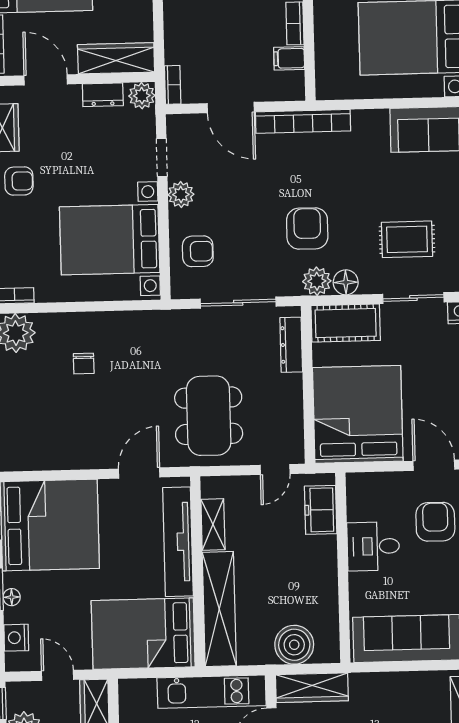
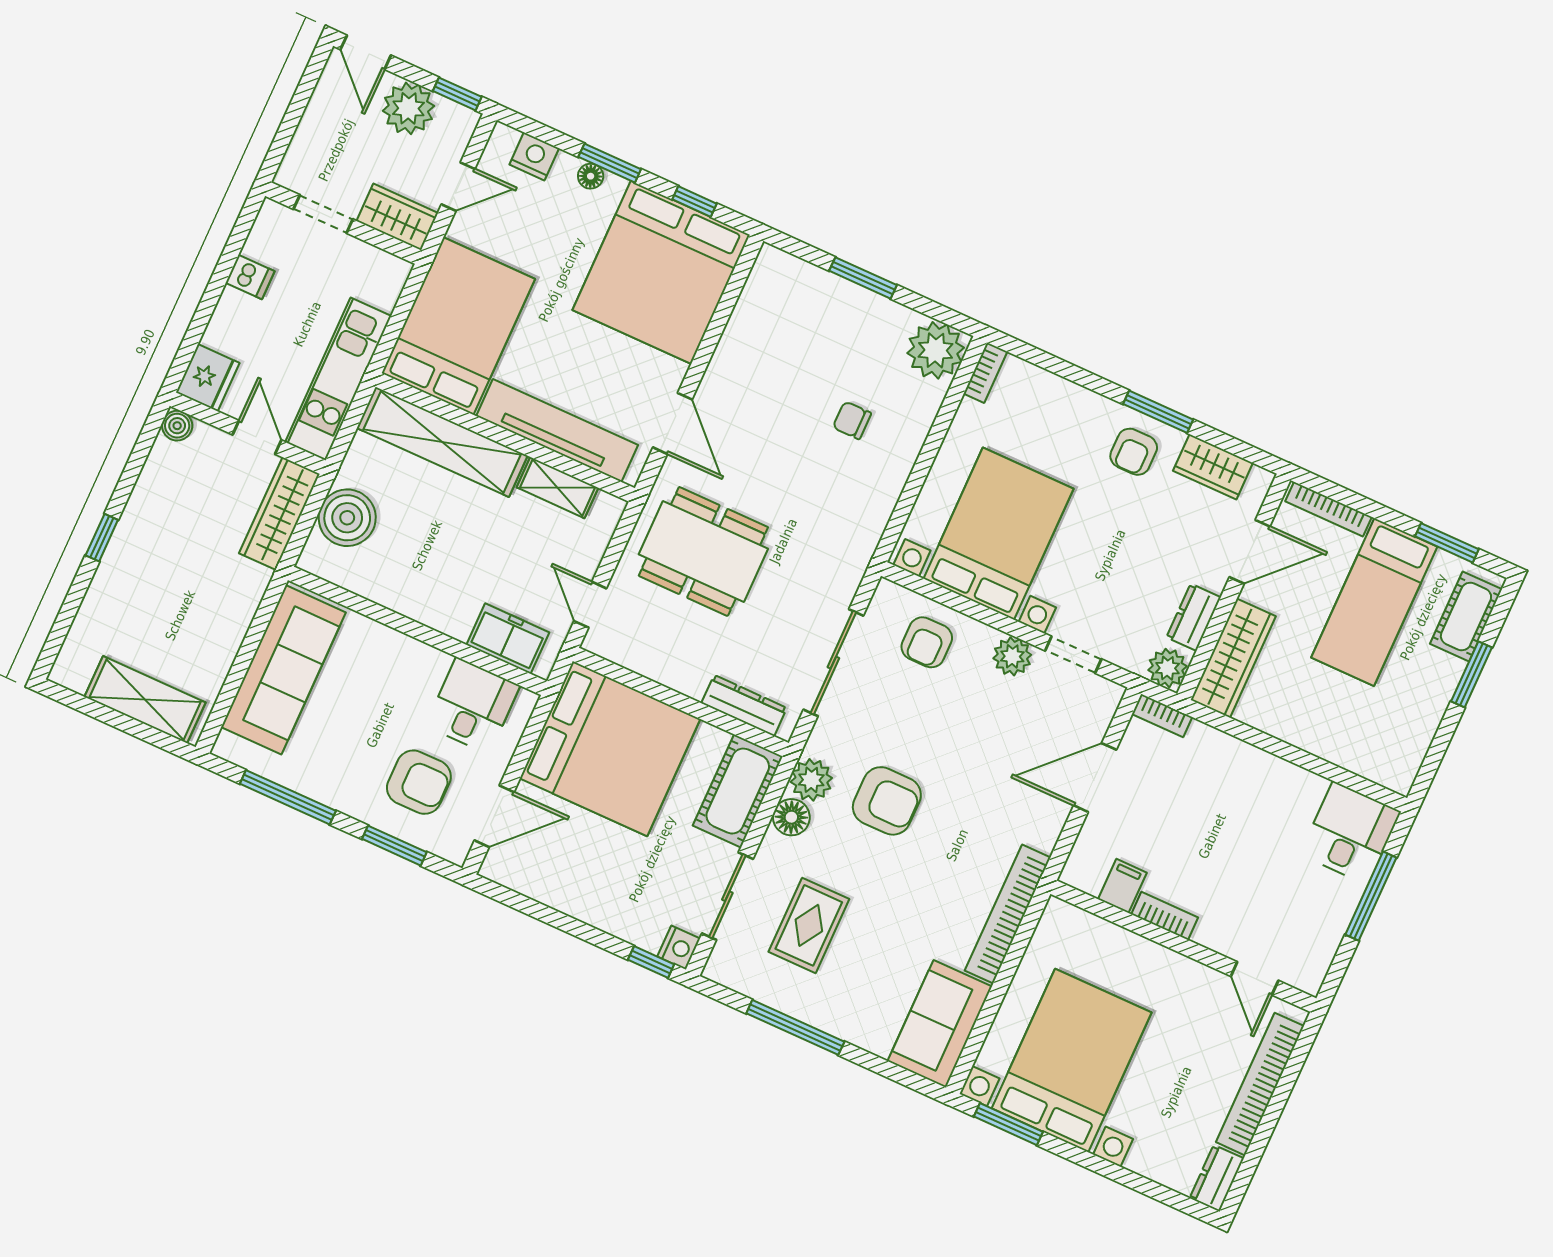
bookcase: (303, 121) -> (1008, 914), moved
desk: (373, 546) -> (473, 706), moved

